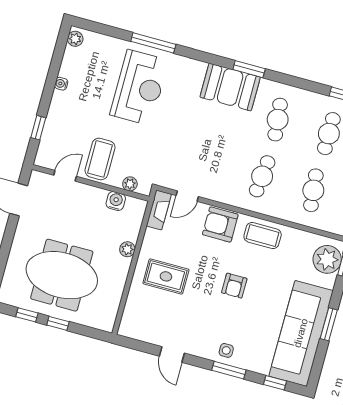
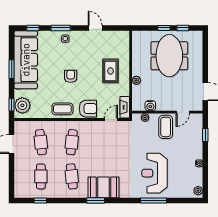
meeting table: (62, 275) -> (169, 56), turned 90
rug: (166, 276) -> (110, 71), turned 90

